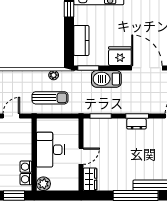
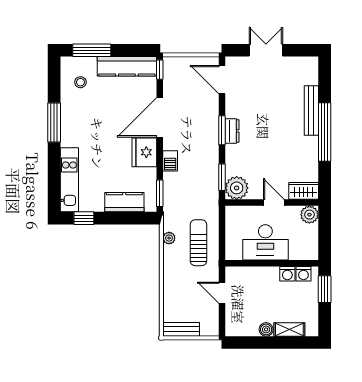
barbecue: (106, 79) -> (170, 161), width x0.53, depth x0.65
plant: (92, 127) -> (237, 188), added
plant: (43, 184) -> (309, 215), moved

